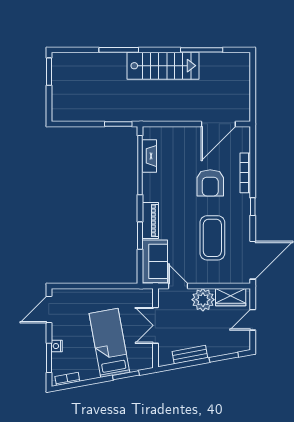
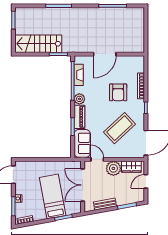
stairs: (163, 66) -> (38, 44), moved, turned 180
door: (218, 124) -> (105, 54), moved
plant: (151, 193) -> (79, 99), added
coffee table: (212, 238) -> (120, 128), turned 47
double door: (155, 325) -> (83, 185), width x1.37

